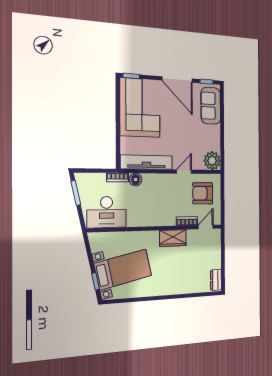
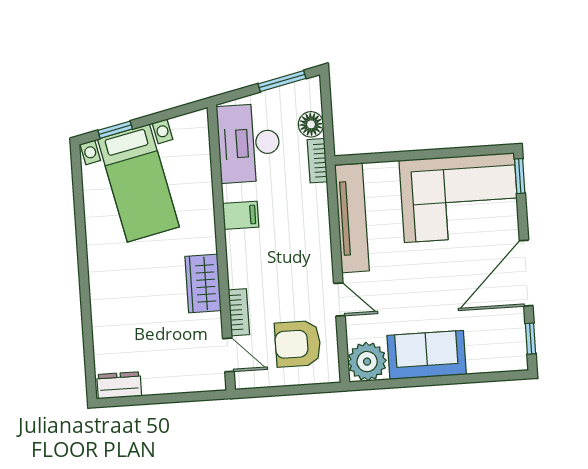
sofa: (211, 106) -> (427, 355), moved
floor lamp: (136, 180) -> (311, 124), moved
armchair: (203, 193) -> (298, 344), turned -90
filing cabinet: (142, 218) -> (241, 215), added

